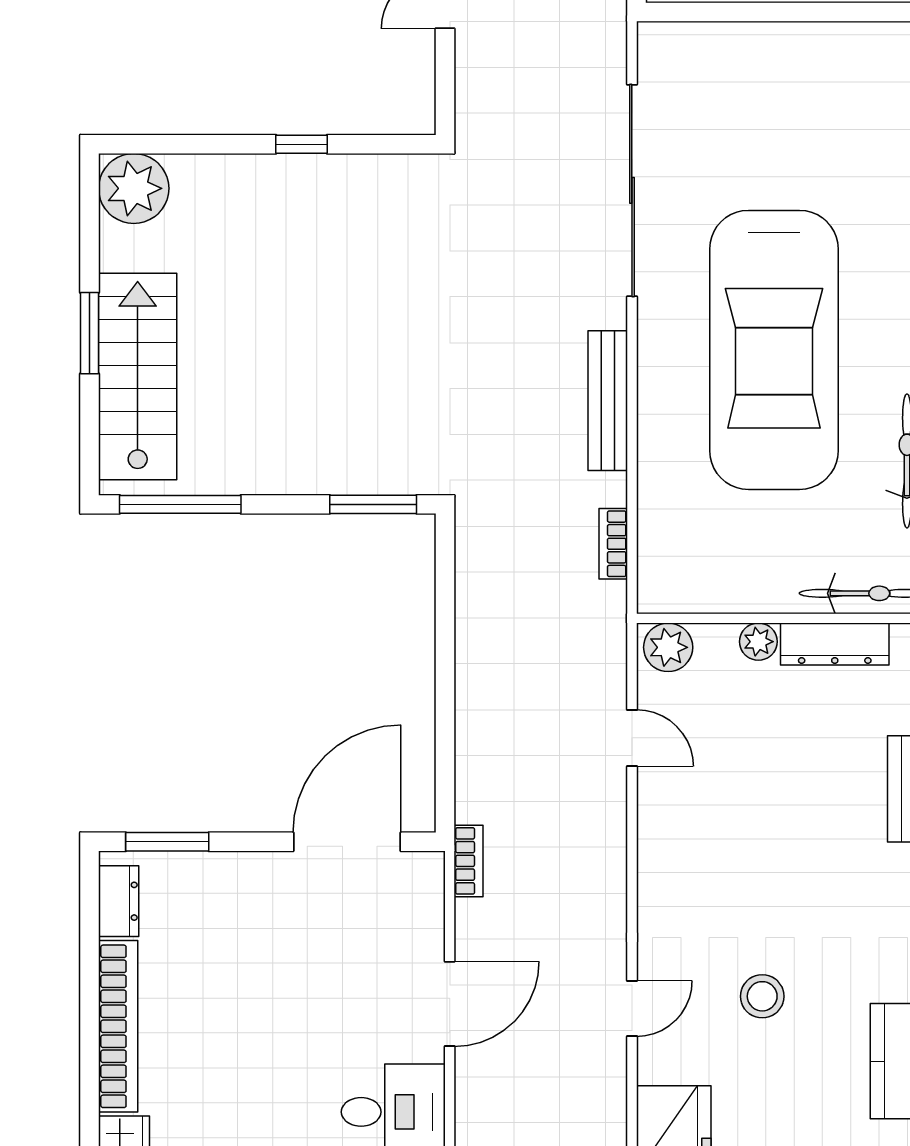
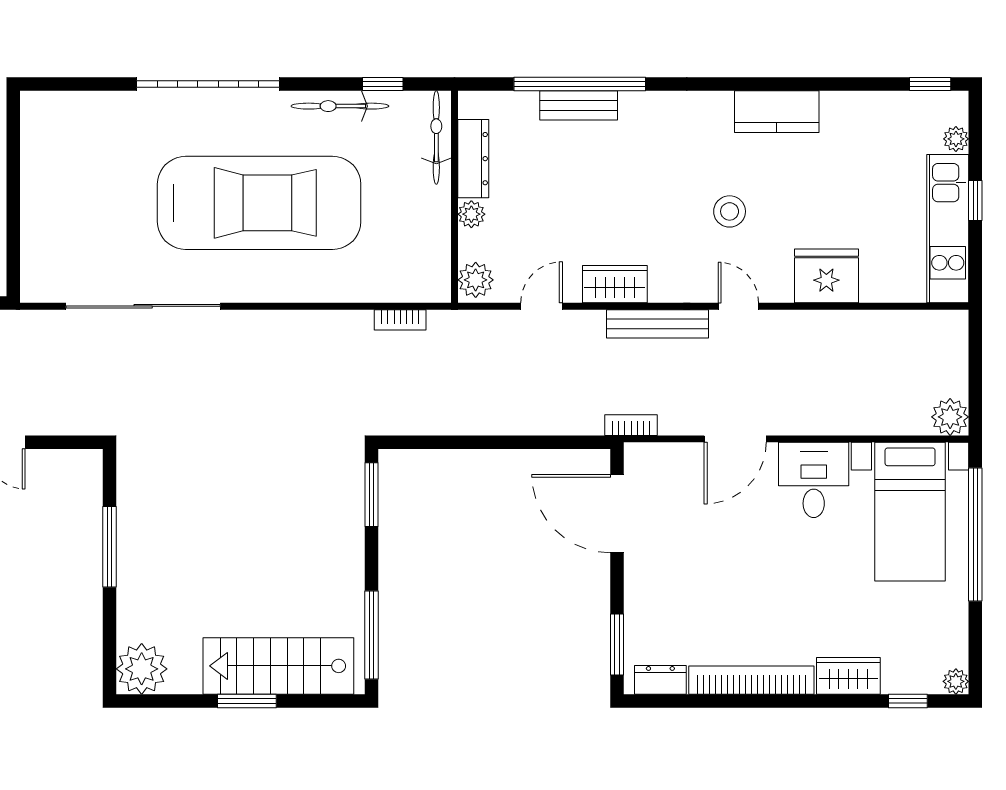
window: (302, 144) -> (109, 547), width x2.17
bench: (608, 401) -> (658, 324), moved
wardrobe: (662, 839) -> (615, 284), added
door: (450, 1004) -> (735, 439), swing flipped

